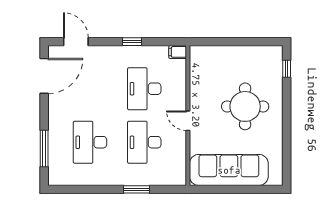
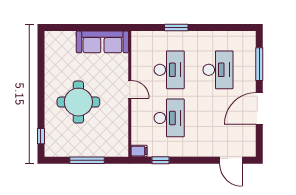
window: (132, 42) -> (161, 160), moved
window: (236, 42) -> (87, 160), added
door: (44, 76) -> (259, 109), moved
sofa: (229, 170) -> (102, 42), width x0.74, depth x0.79

